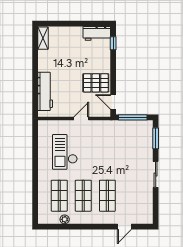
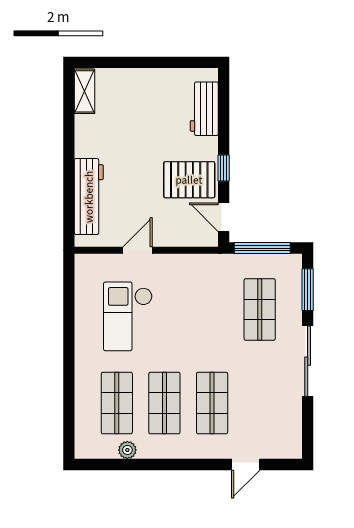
workbench: (97, 33) -> (204, 109), moved, turned 90
window: (113, 43) -> (224, 168), moved
door: (81, 118) -> (138, 250), moved
shop shelf: (131, 148) -> (260, 309), added
sliding door: (156, 174) -> (308, 361), width x1.37

